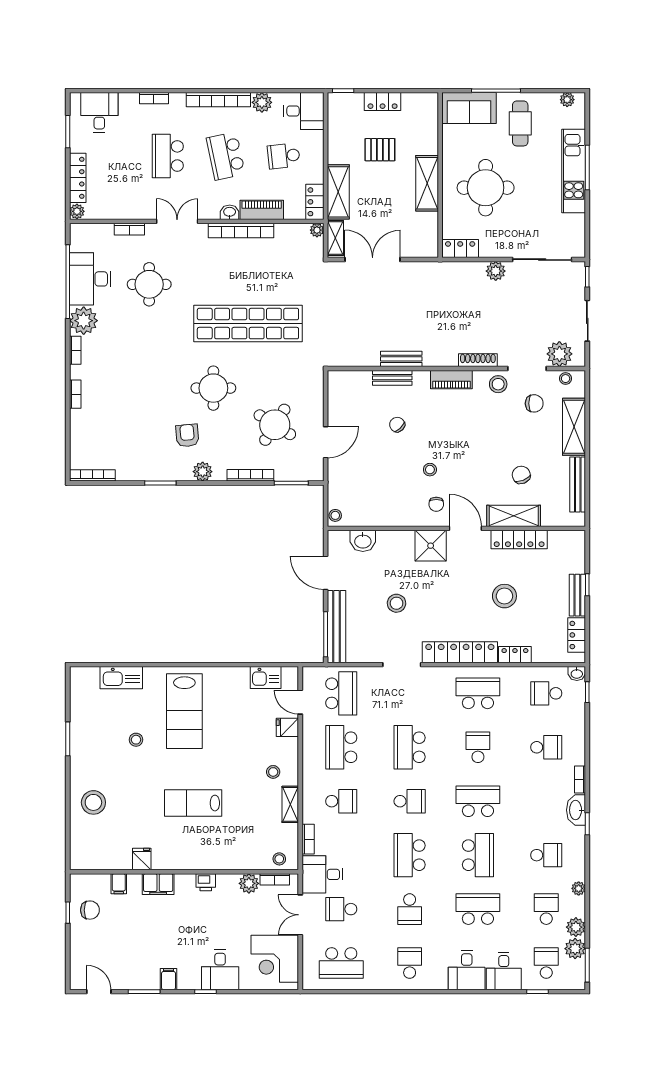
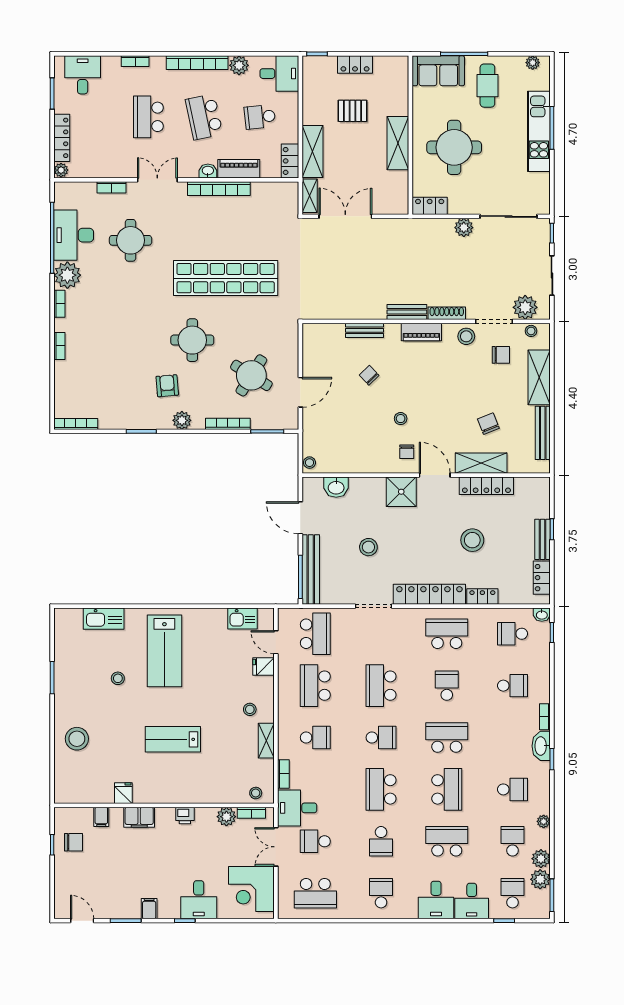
plant: (317, 230) -> (292, 188), removed
bench: (401, 359) -> (407, 312), moved

